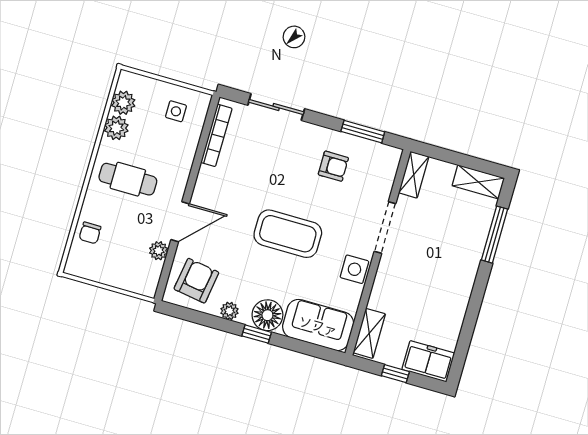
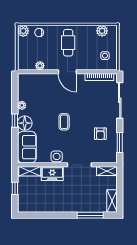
sliding door: (276, 107) -> (120, 100), width x1.37
plant: (116, 128) -> (23, 31), moved
door: (180, 222) -> (67, 72), moved
coffee table: (288, 234) -> (64, 122), width x0.54, depth x0.58
armchair: (196, 281) -> (31, 87), removed
freezer: (428, 361) -> (52, 174), moved, turned 90

